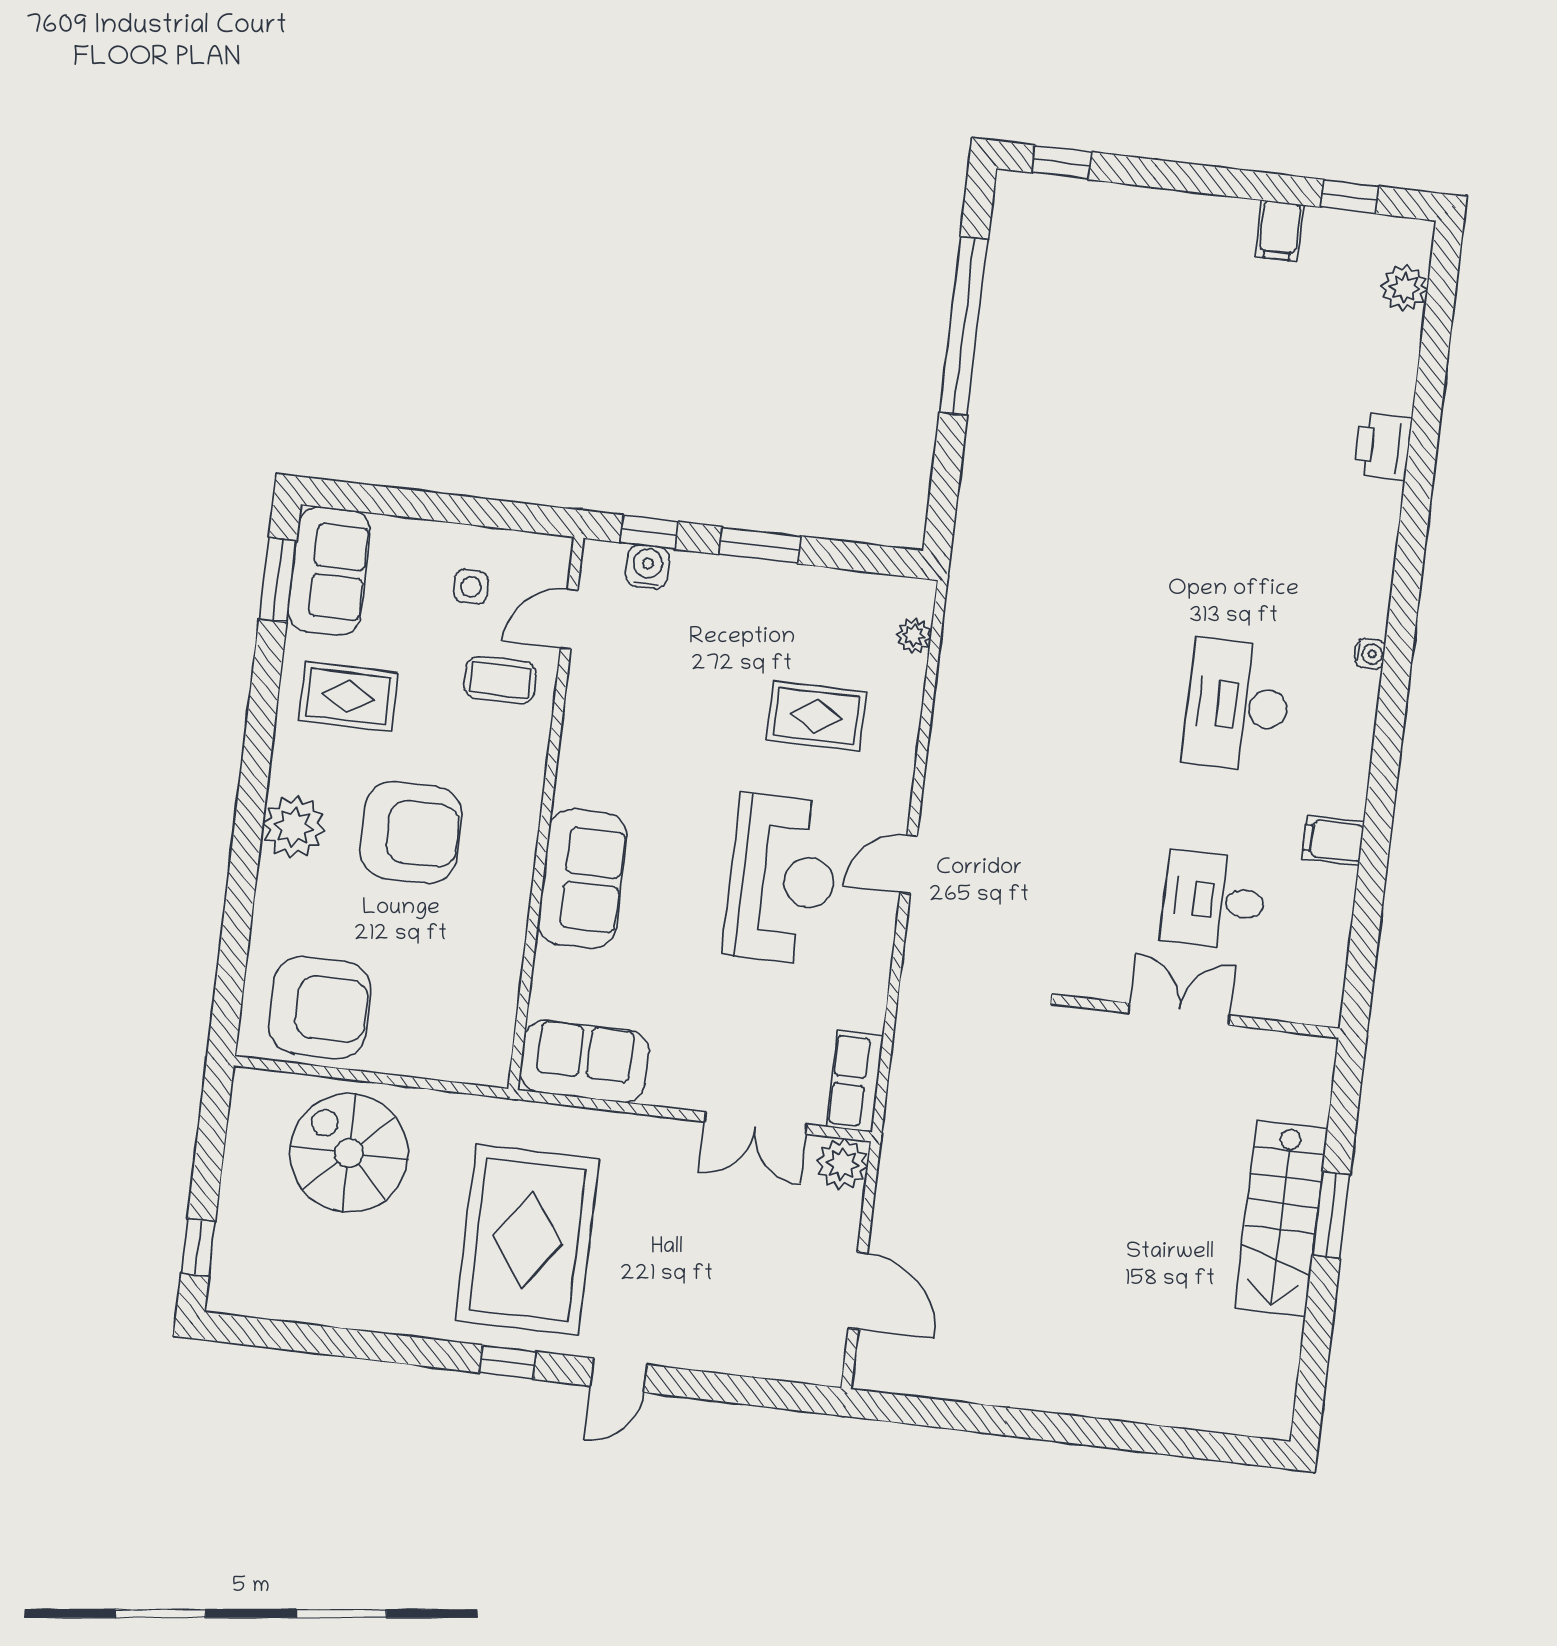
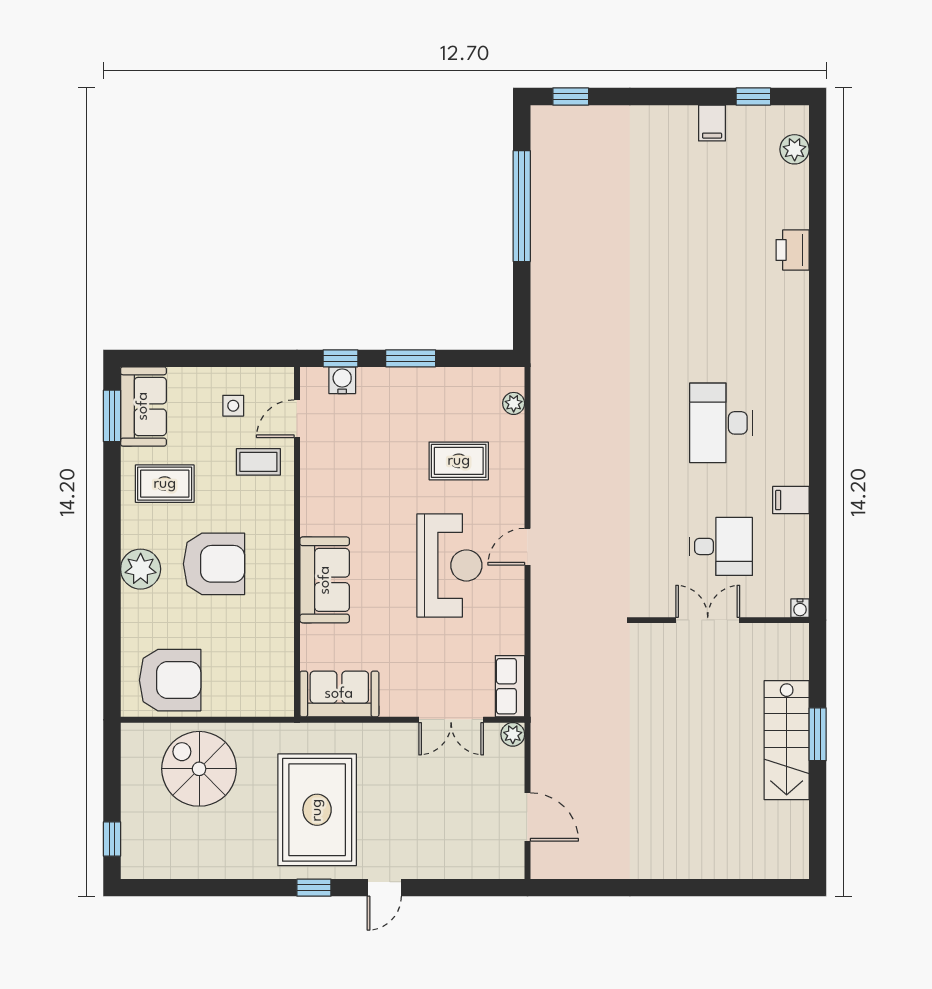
water cooler: (1370, 654) -> (800, 608), moved, turned 90
desk: (1214, 900) -> (721, 546), turned 180
plant: (842, 1164) -> (513, 734), width x0.73, depth x0.73

